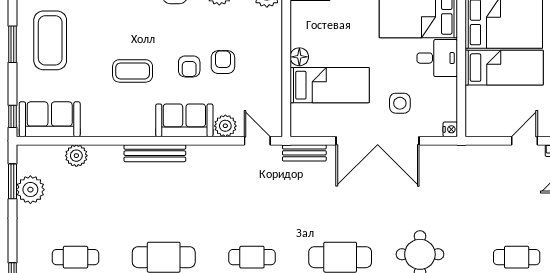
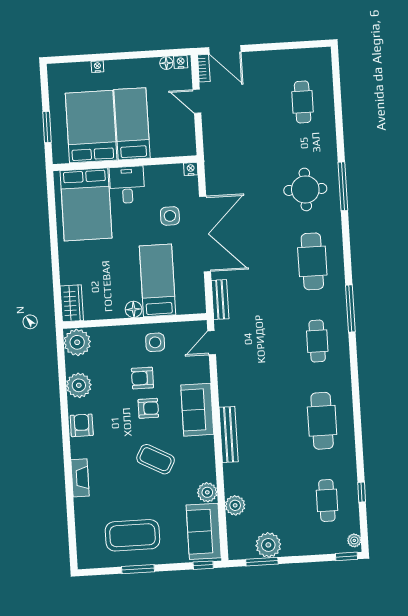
coffee table: (133, 71) -> (156, 459), turned -62
side table: (262, 78) -> (155, 342), added
plant: (225, 126) -> (207, 492), moved

